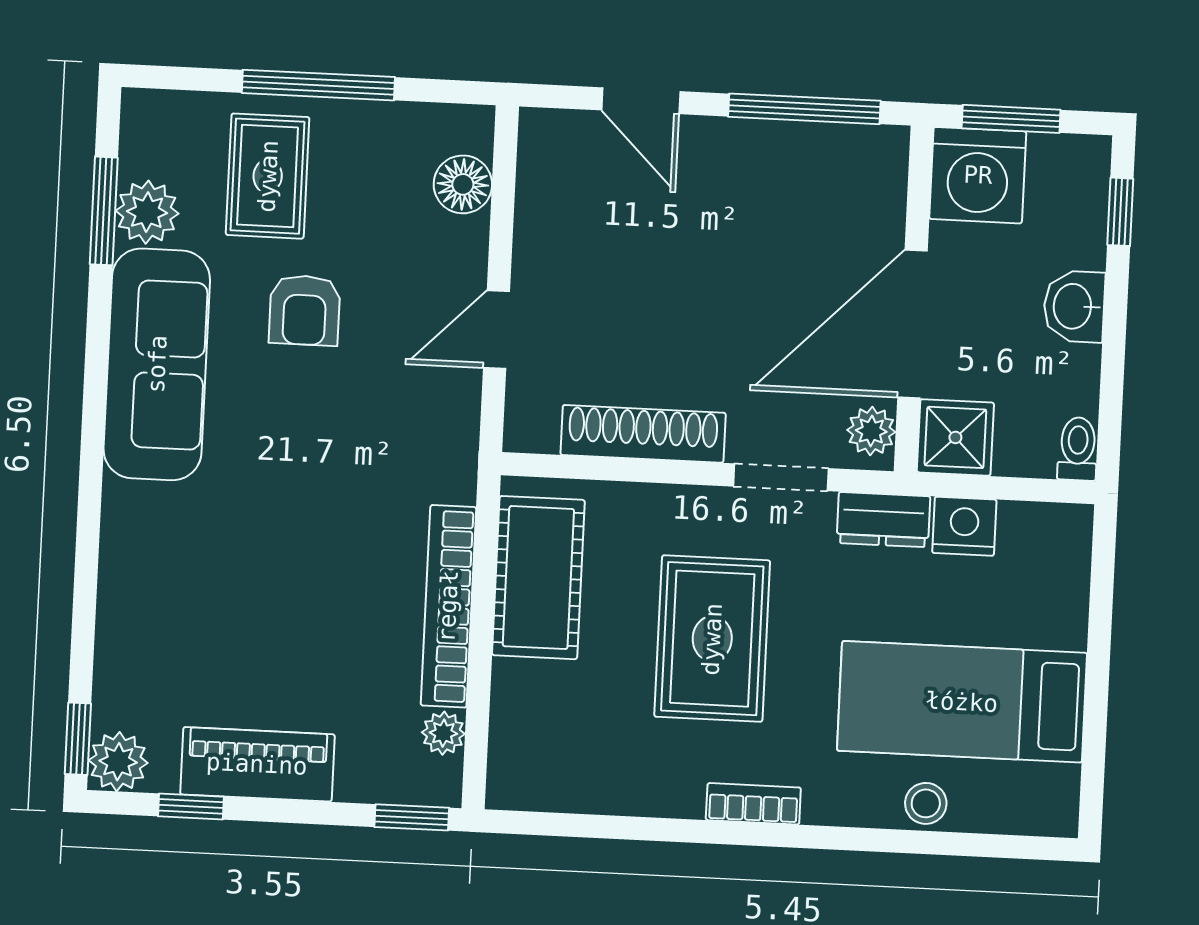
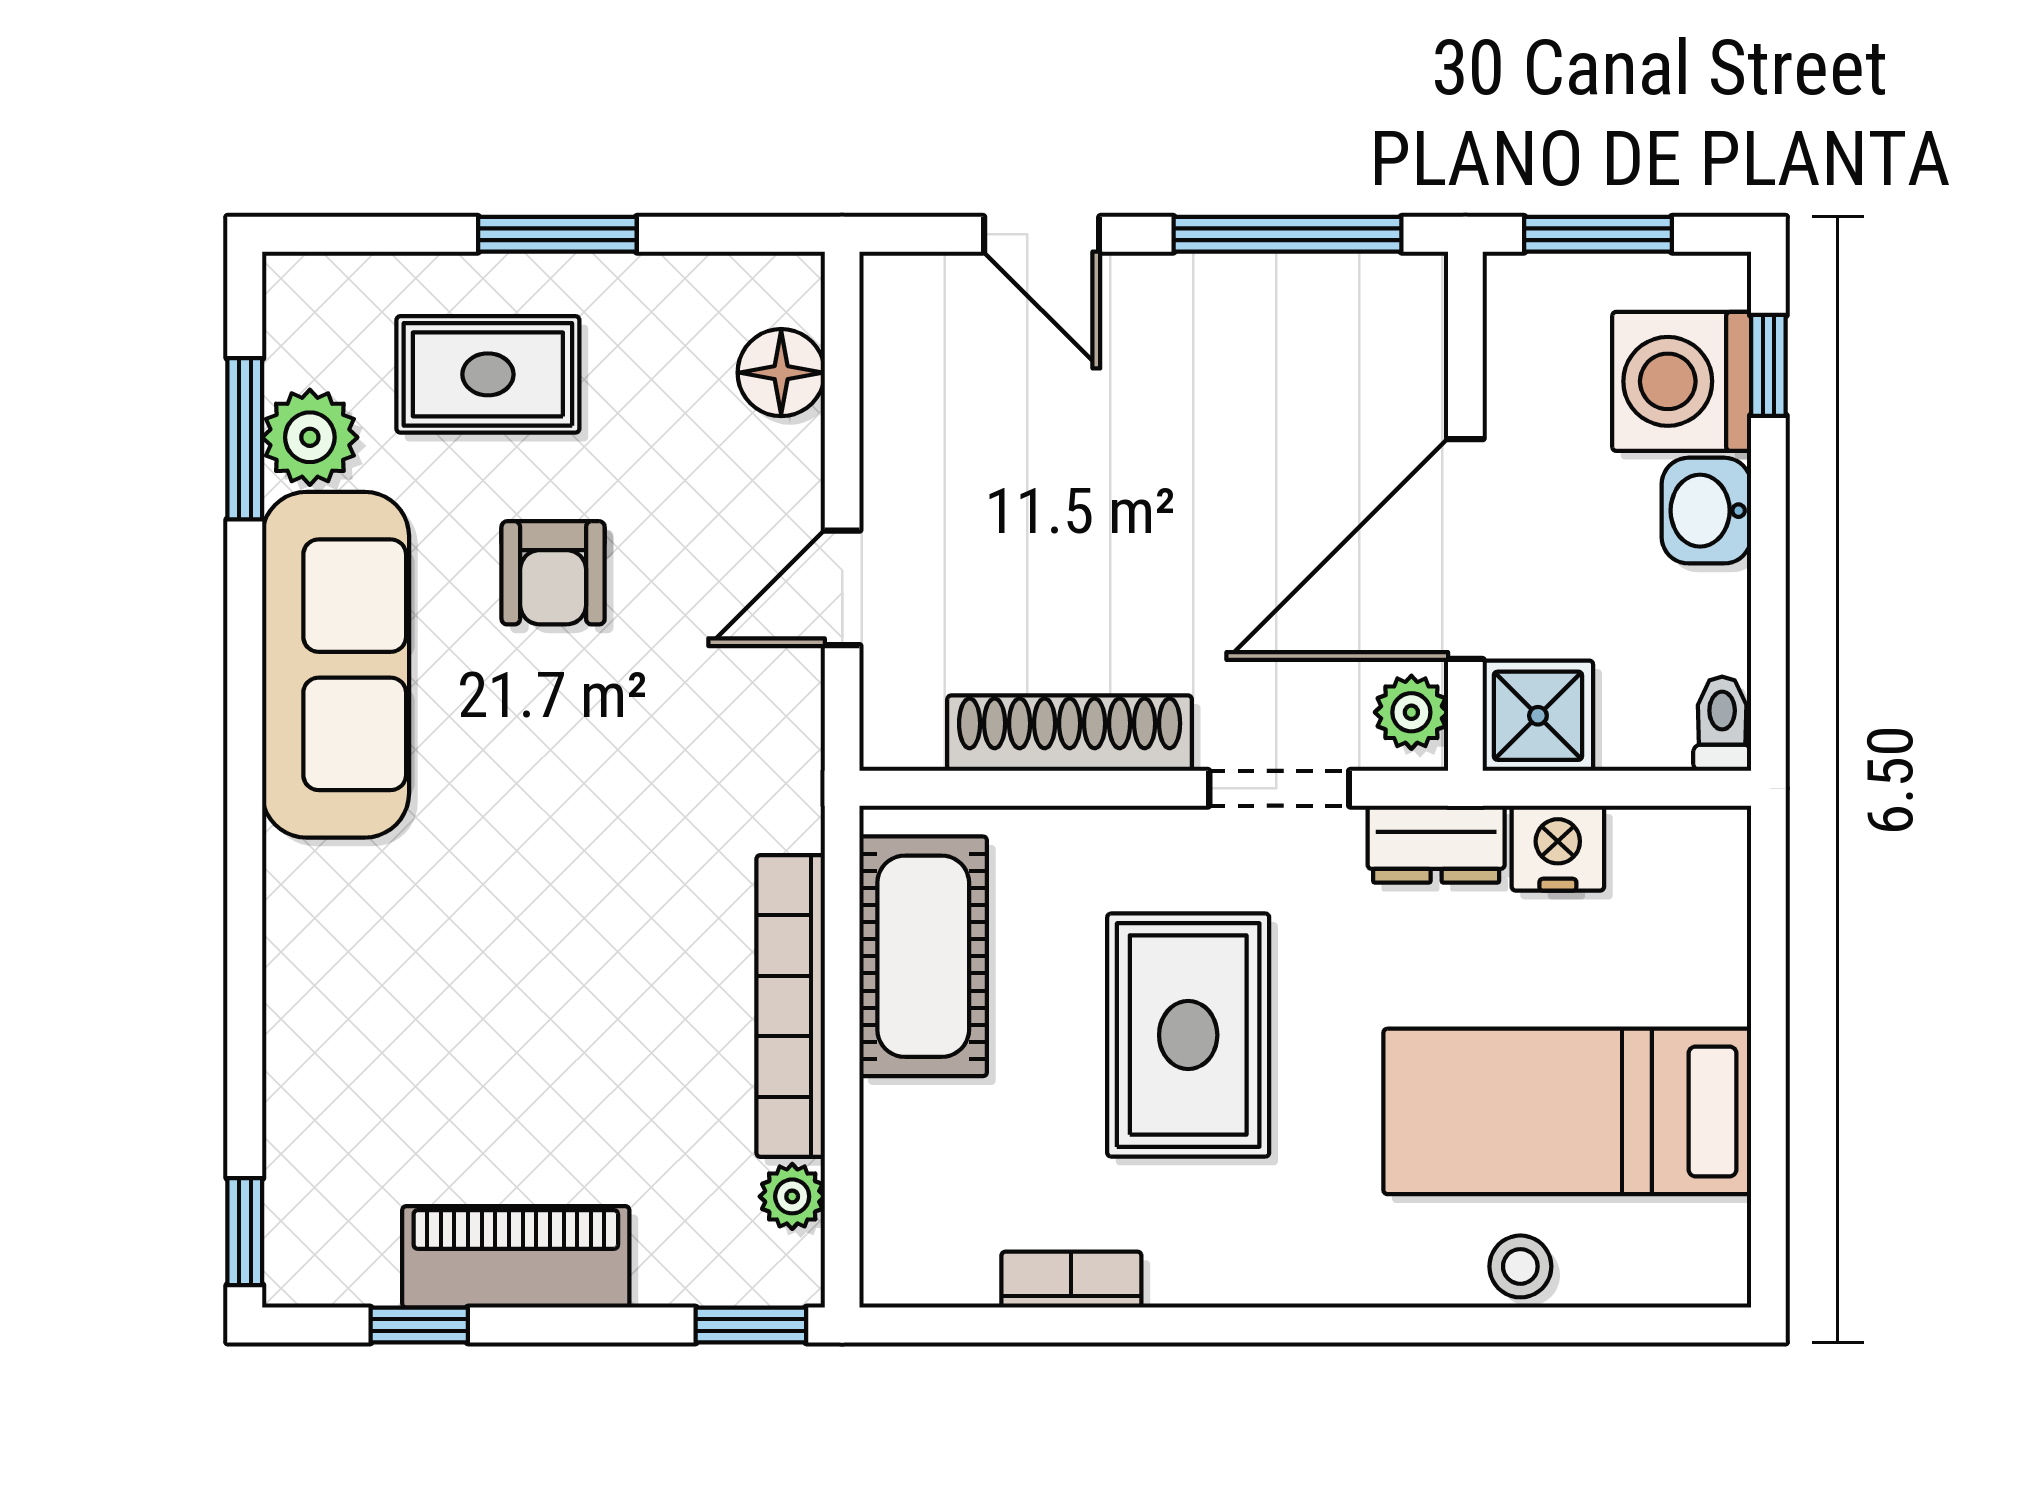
window: (318, 85) -> (557, 234), width x0.69
washing machine: (978, 175) -> (1682, 381), moved, turned 90
rug: (268, 176) -> (488, 374), turned 90
plant: (118, 762) -> (307, 1263), removed
bookcase: (753, 804) -> (1071, 1280), moved

